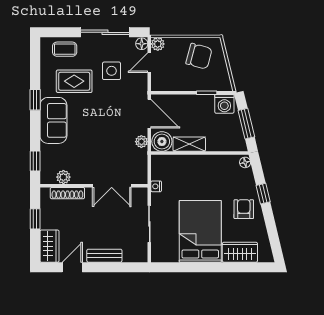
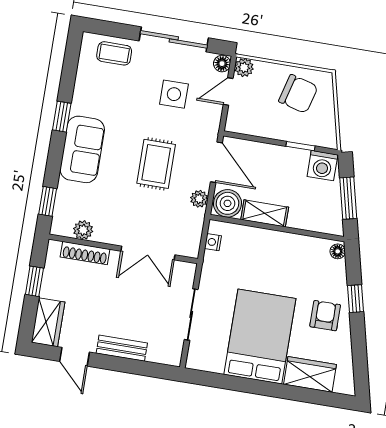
rug: (74, 81) -> (156, 164), moved, turned 90
nightstand: (156, 186) -> (213, 242), moved
door: (72, 267) -> (75, 357), swing flipped

